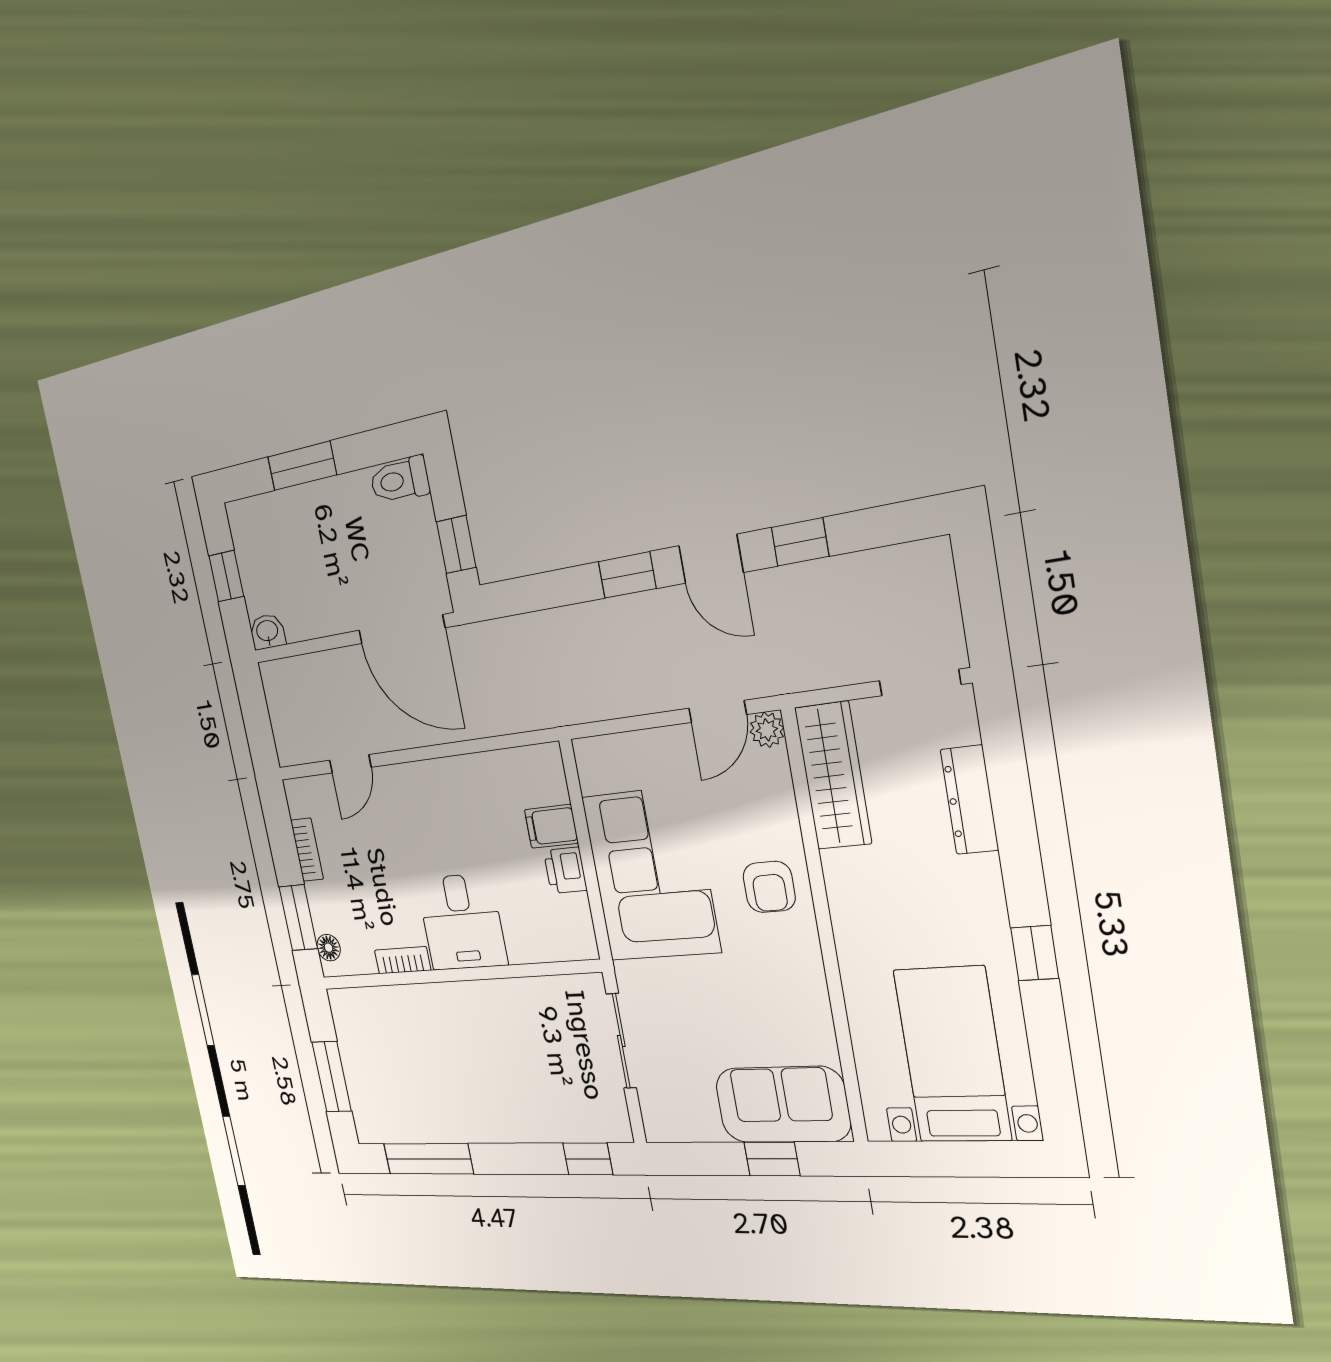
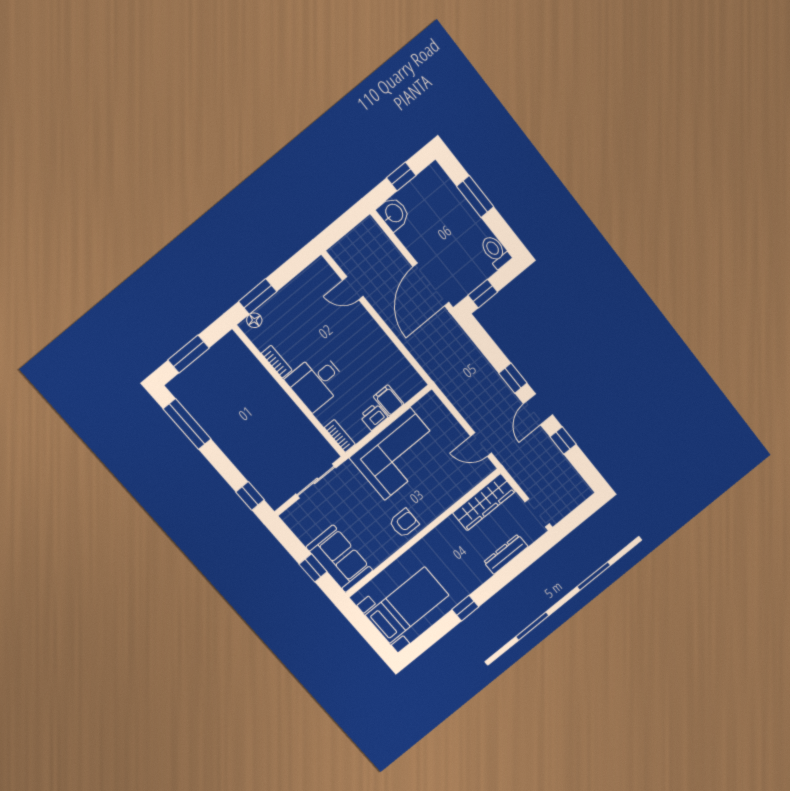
washbasin: (267, 632) -> (394, 214), width x1.38, depth x1.45
plant: (767, 730) -> (486, 468), removed
bookcase: (307, 850) -> (340, 436), moved, turned -90
armchair: (769, 887) -> (404, 523), moved, turned 180

